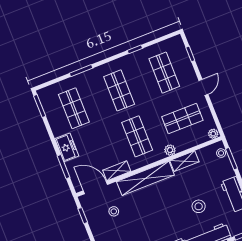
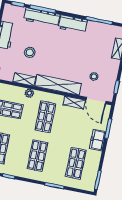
stool: (199, 206) -> (30, 52), moved

